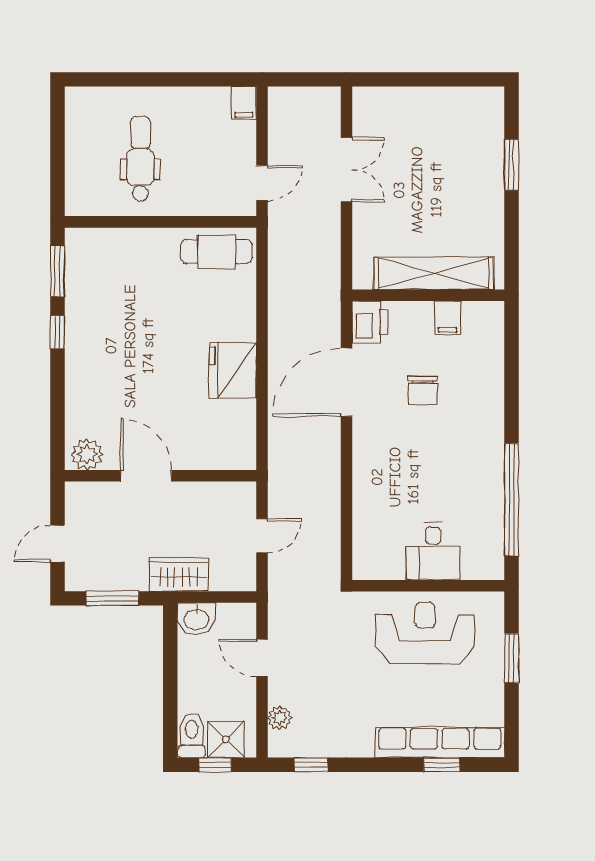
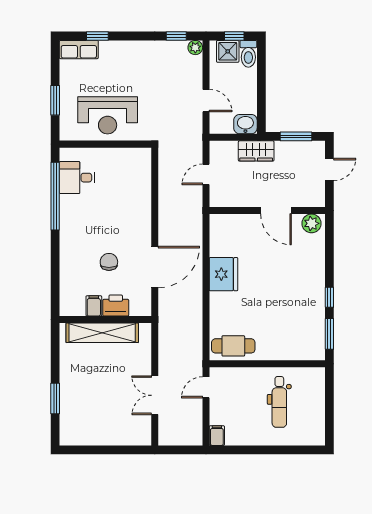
printer: (370, 322) -> (116, 306), moved, turned 90
desk: (433, 551) -> (77, 178), moved, turned -90
plant: (280, 718) -> (195, 48), moved
row of seats: (440, 742) -> (79, 50), width x0.50

